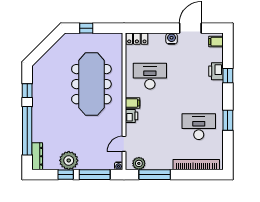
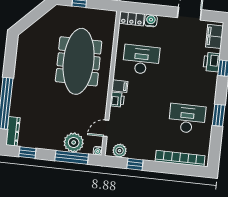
water cooler: (172, 39) -> (151, 21), moved
filing cabinet: (216, 42) -> (214, 36), width x2.00
window: (27, 91) -> (10, 61), removed
plant: (69, 160) -> (74, 142), moved
window: (66, 175) -> (27, 152), moved
window: (155, 175) -> (135, 164), width x0.46

